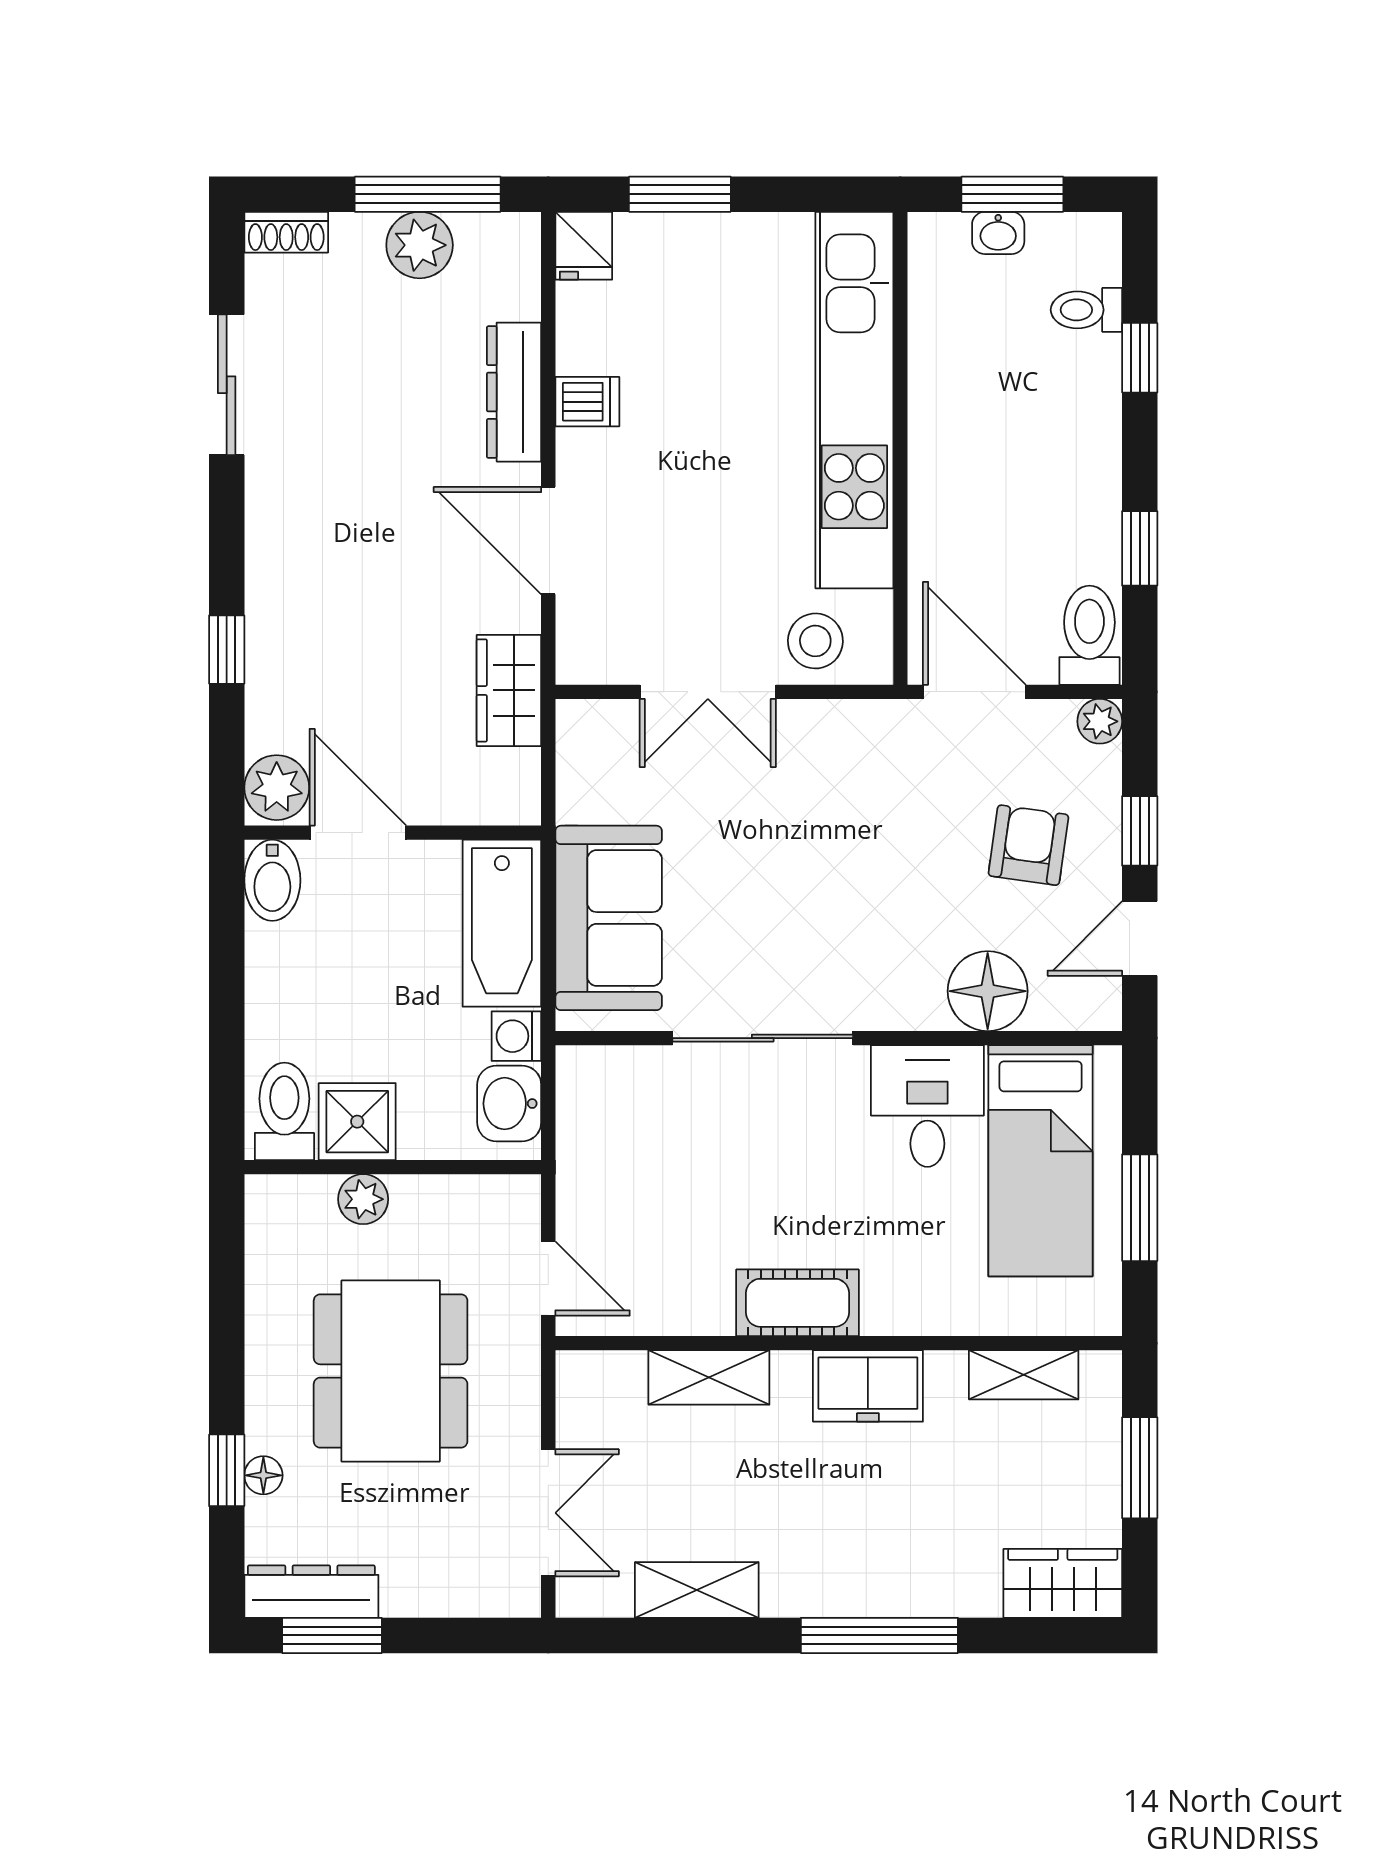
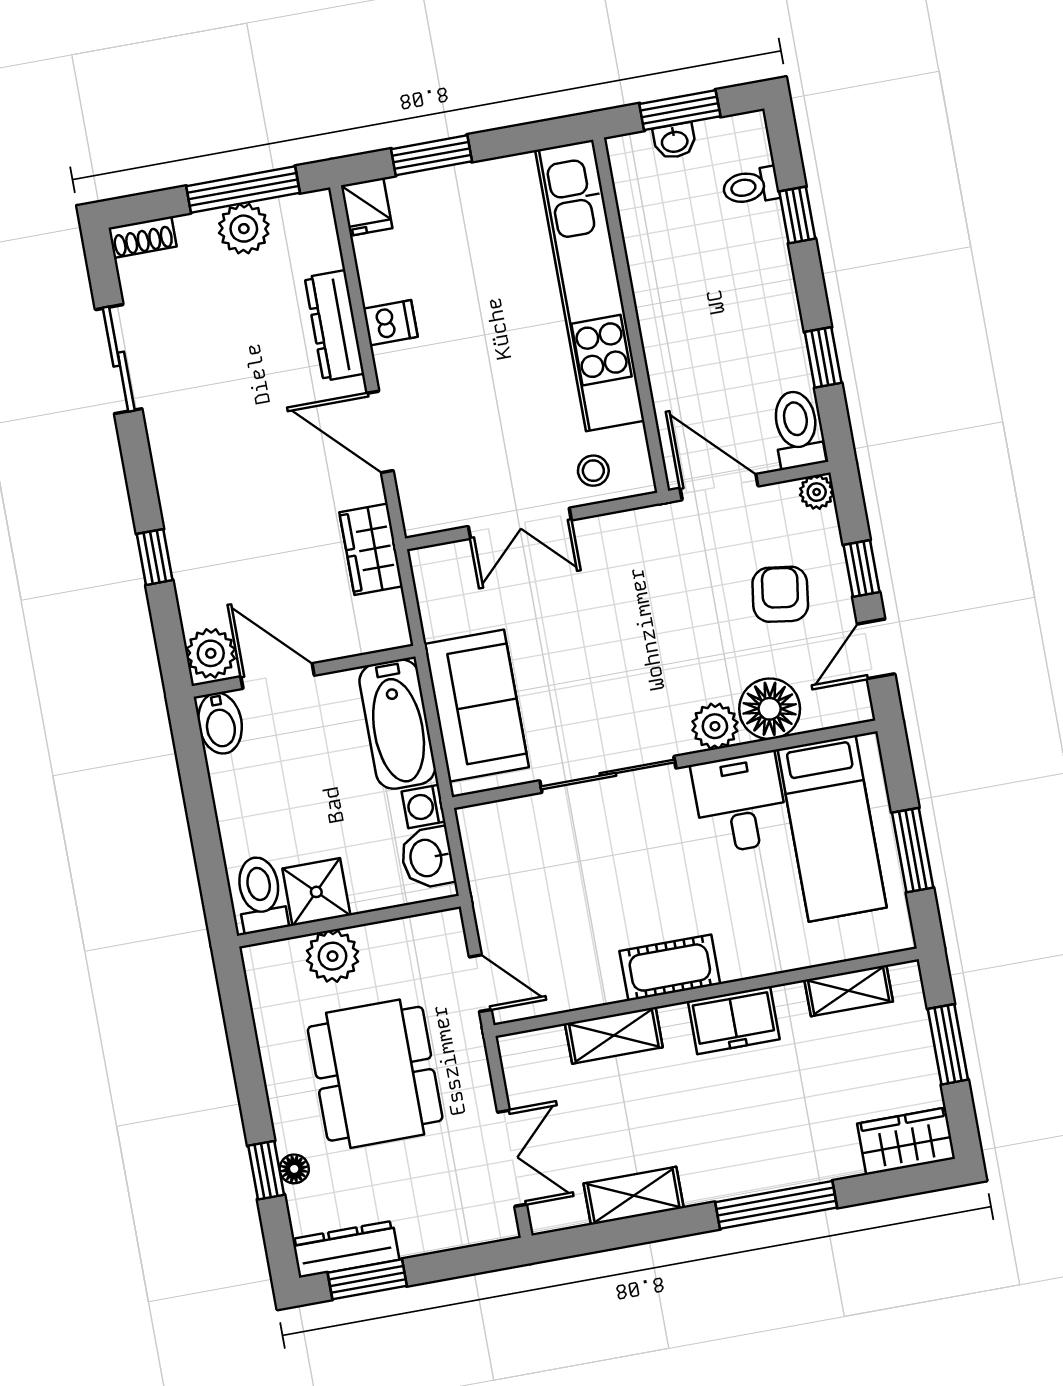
stool: (815, 641) -> (593, 471), width x0.73, depth x0.73
plant: (913, 1001) -> (715, 726), added
plant: (363, 1199) -> (333, 956), width x1.38, depth x1.38

